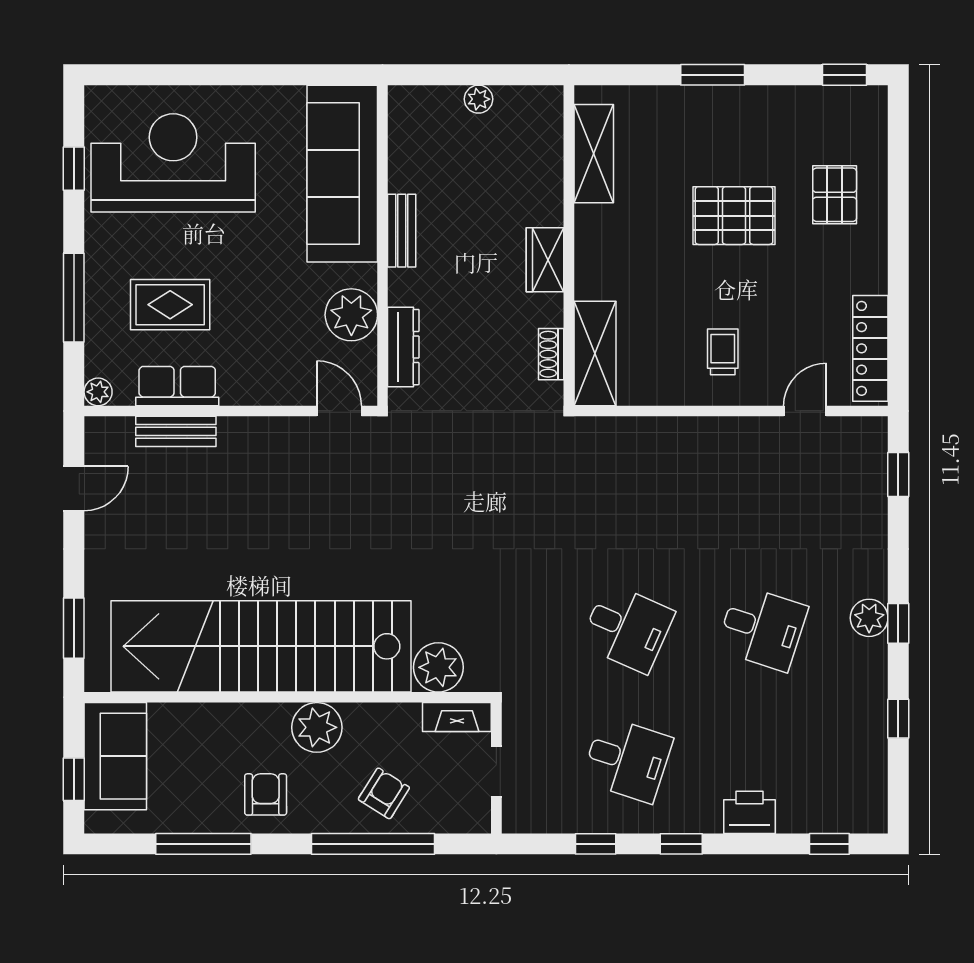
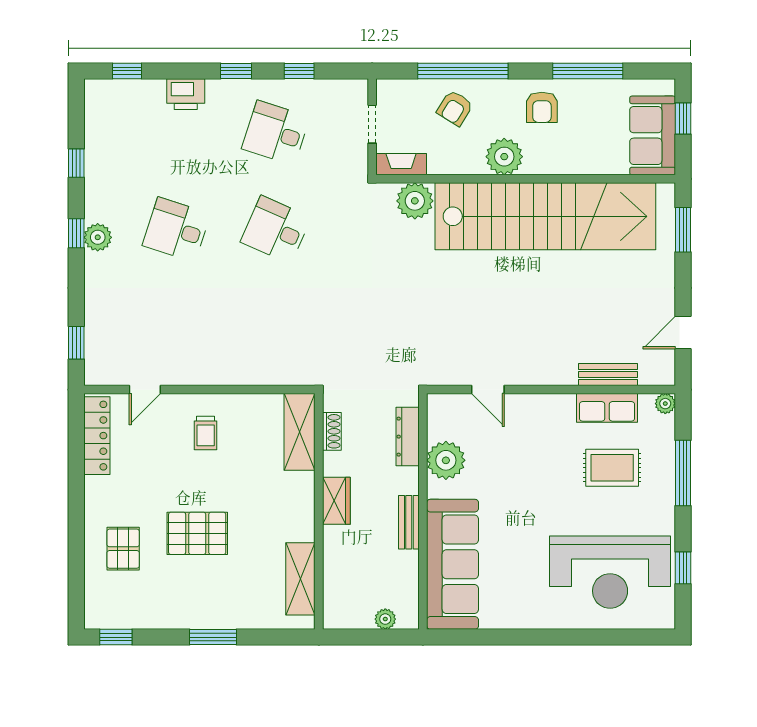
sofa: (342, 174) -> (453, 564), moved
bench: (402, 231) -> (409, 522), moved
wall: (383, 245) -> (423, 511), moved
plant: (351, 315) -> (446, 460), moved
dresser: (403, 347) -> (408, 437), moved

